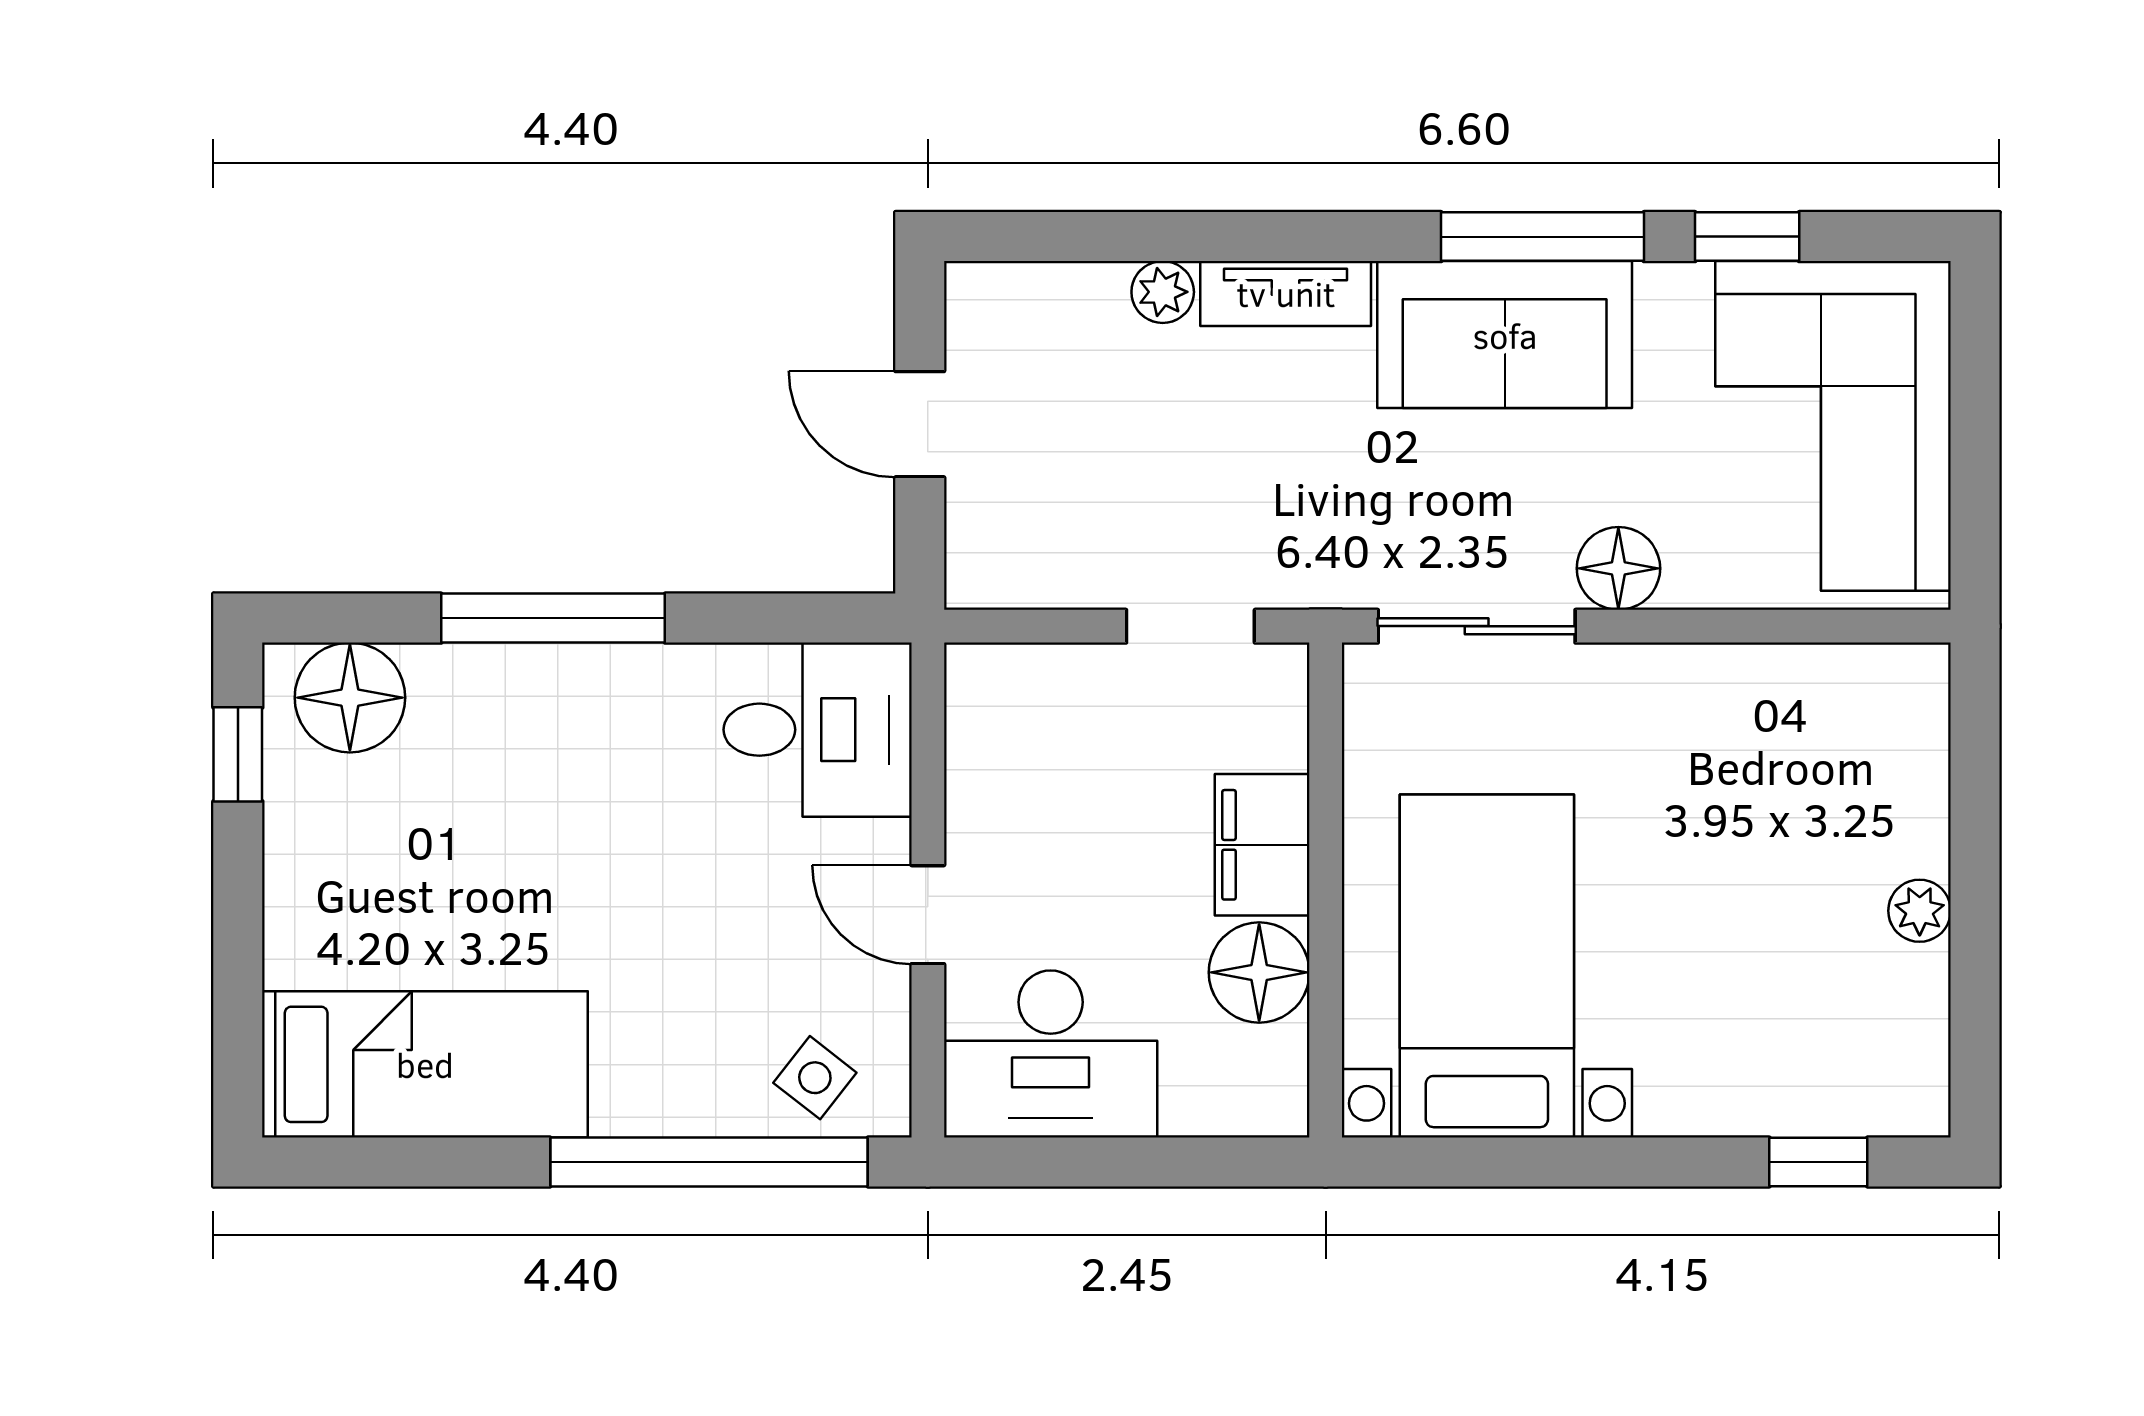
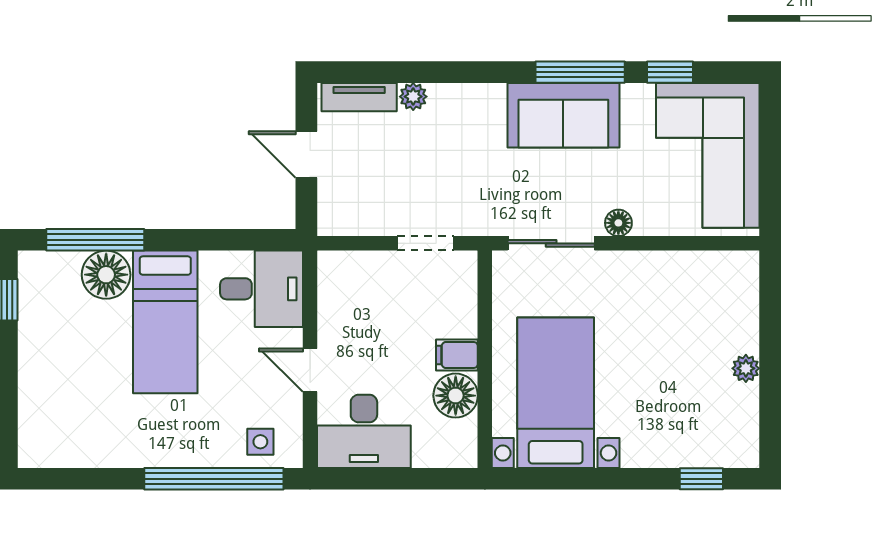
tv unit: (1286, 293) -> (359, 97), moved
floor lamp: (1618, 568) -> (618, 223), width x0.73, depth x0.73
window: (553, 618) -> (95, 240), moved
floor lamp: (350, 698) -> (106, 275), moved
filing cabinet: (1262, 845) -> (457, 355), width x0.50
bed: (425, 1064) -> (165, 322), moved, turned 90
side table: (815, 1078) -> (260, 442), turned -38

